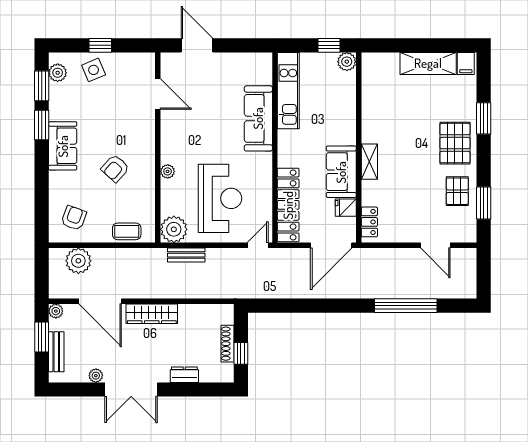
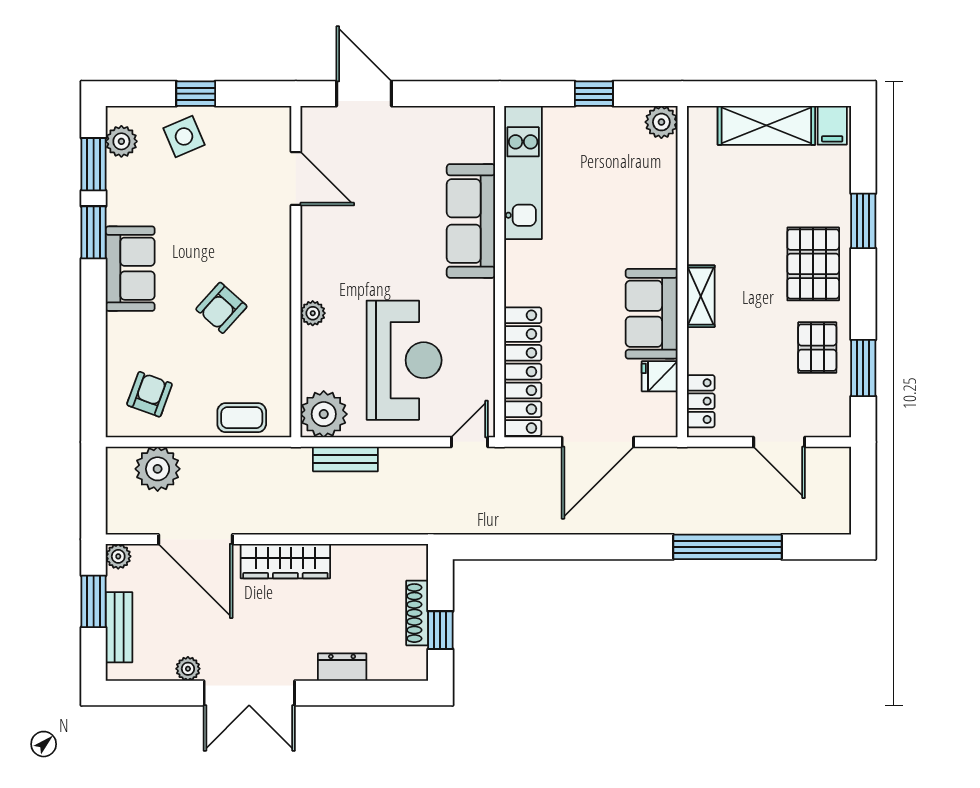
plant: (347, 62) -> (661, 122), moved
wall: (359, 148) -> (682, 272), moved
shelving: (369, 162) -> (701, 296), moved
sofa: (341, 172) -> (652, 314), moved
fridge: (346, 208) -> (660, 376), moved
locker: (369, 222) -> (701, 401), moved

